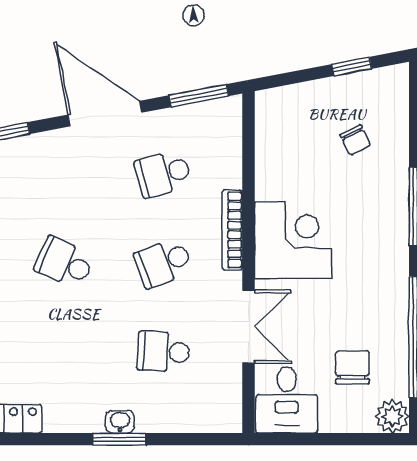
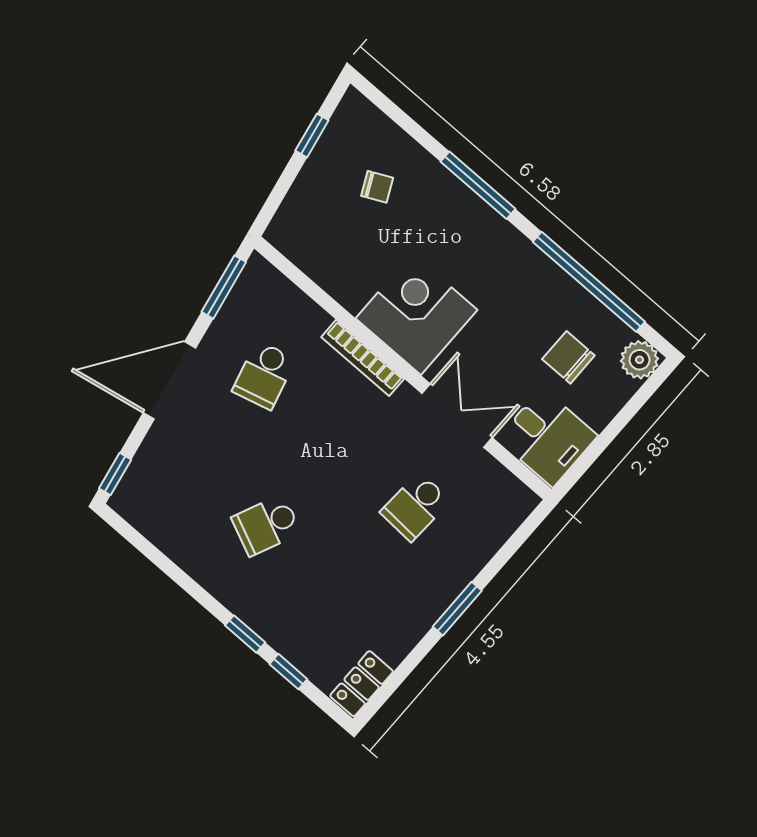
school desk: (163, 263) -> (340, 441), removed
washbasin: (120, 422) -> (443, 595), removed

